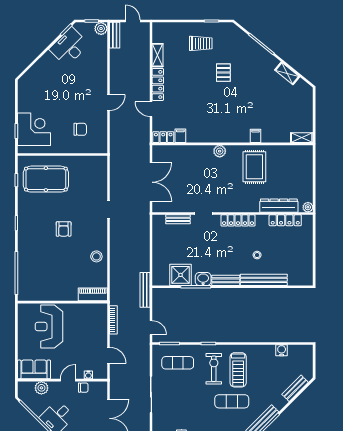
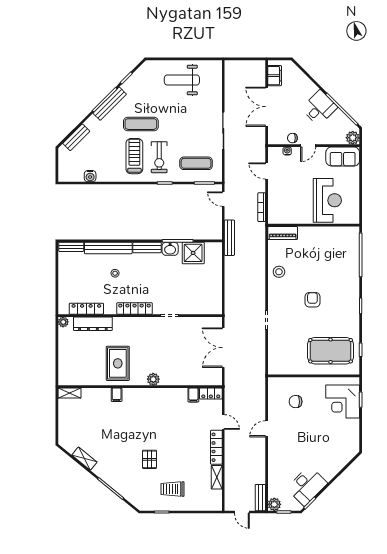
bench: (178, 219) -> (71, 247), moved
plant: (41, 388) -> (353, 138), moved

